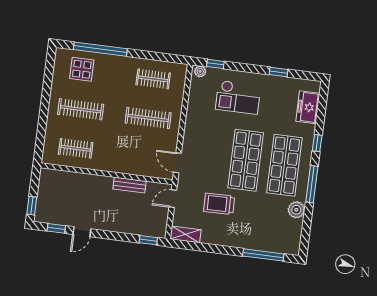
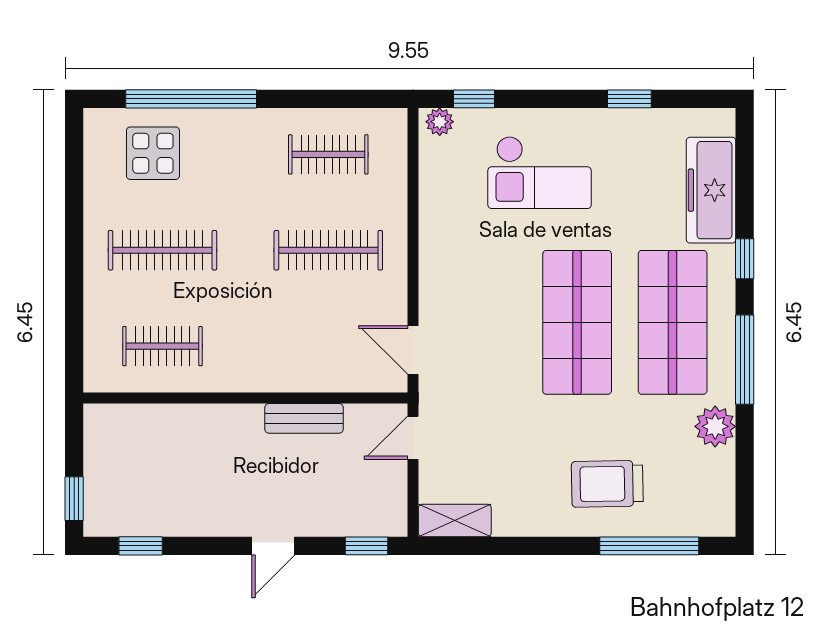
freezer: (308, 107) -> (711, 190), width x1.40
trolley: (219, 204) -> (607, 484), moved
door: (82, 232) -> (273, 546), moved

